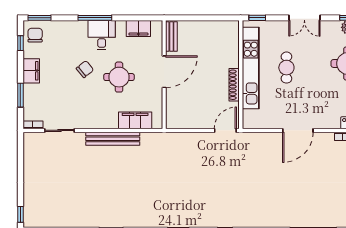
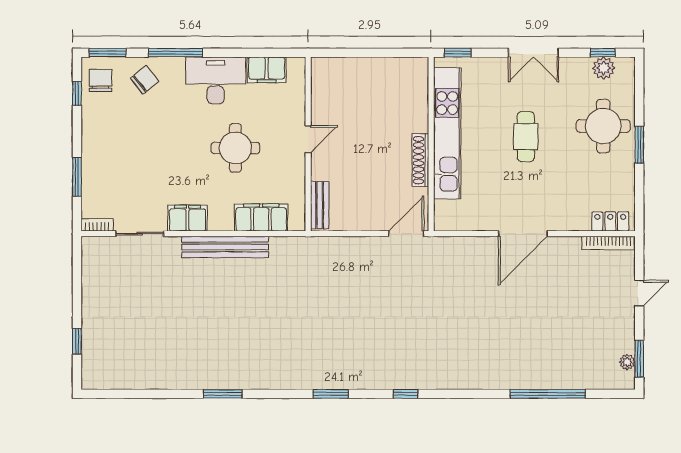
window: (95, 18) -> (175, 53), moved
desk: (102, 35) -> (216, 80), width x1.37
bench: (171, 36) -> (320, 205), moved
cafe table: (286, 68) -> (526, 137), moved
chair: (85, 69) -> (145, 80), moved
filing cabinet: (31, 71) -> (188, 218), moved, turned -90
door: (164, 72) -> (308, 139), width x0.53
window: (20, 214) -> (77, 341), moved

